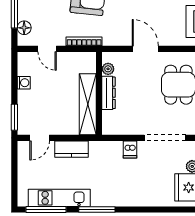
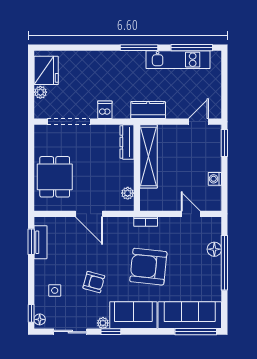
floor lamp: (24, 28) -> (214, 249), moved
bookcase: (84, 41) -> (146, 222), width x0.64
dresser: (109, 93) -> (127, 142), moved
kitchen counter: (71, 149) -> (148, 110), moved

